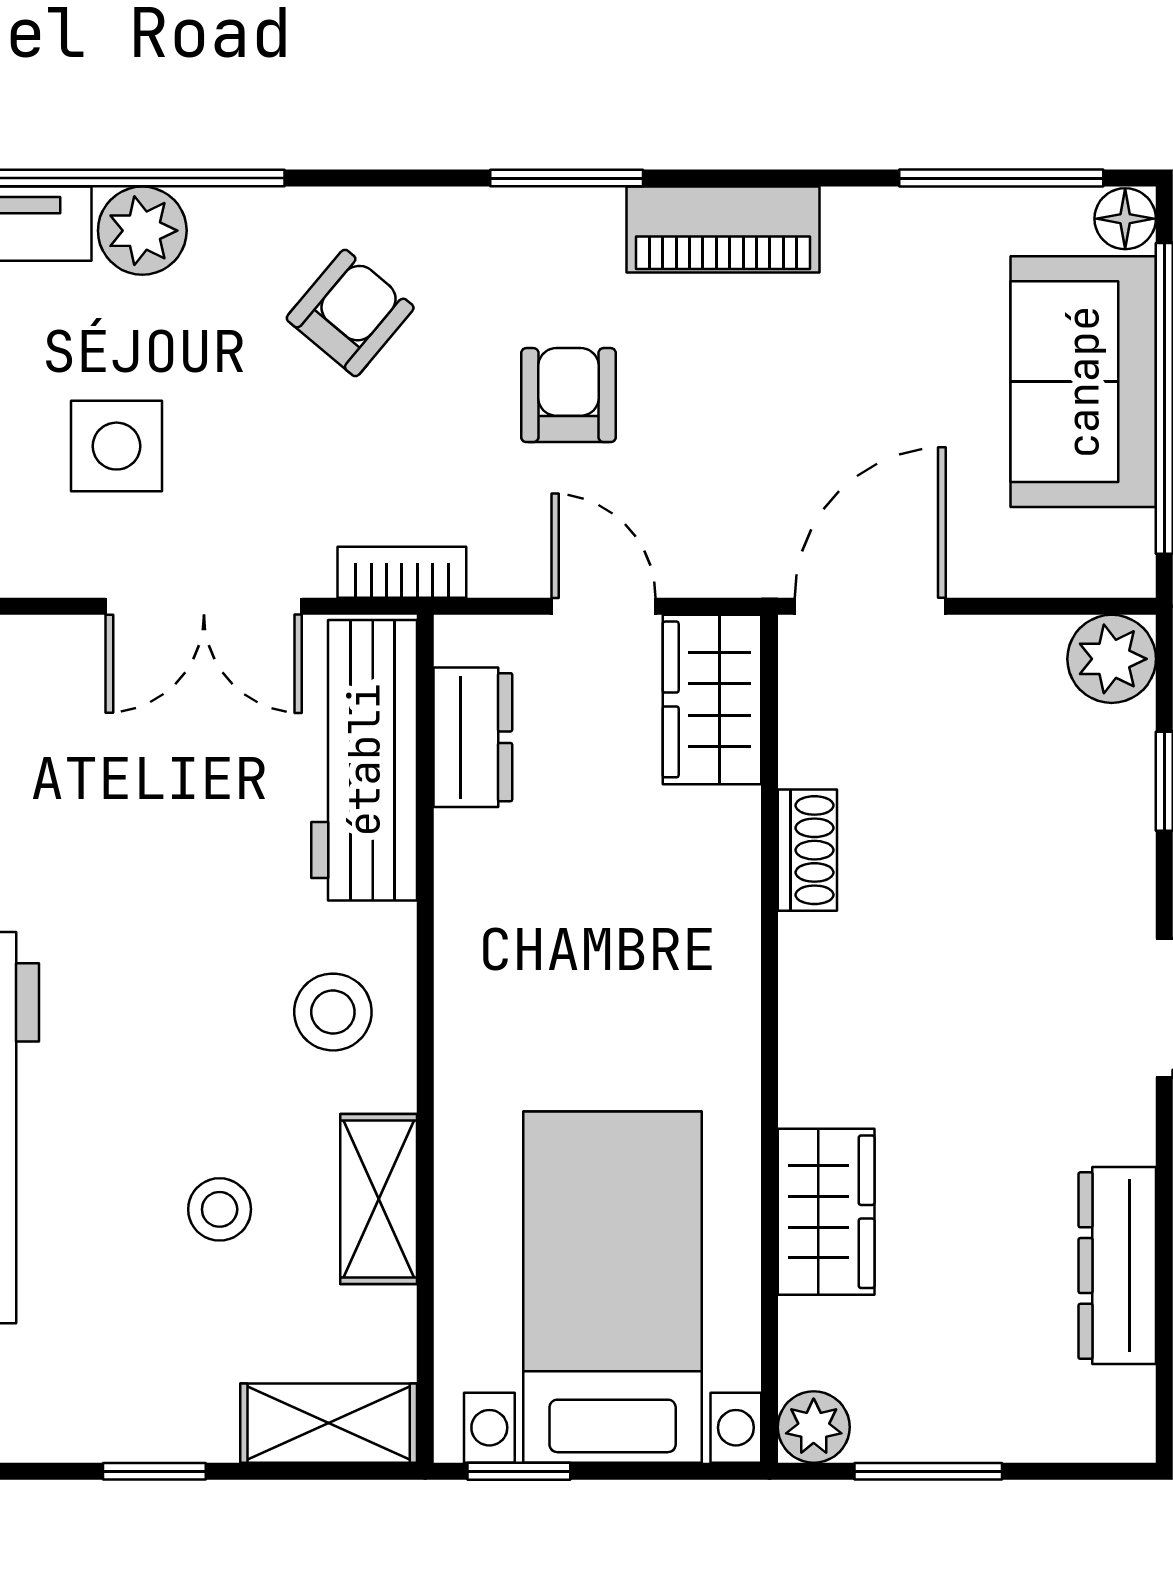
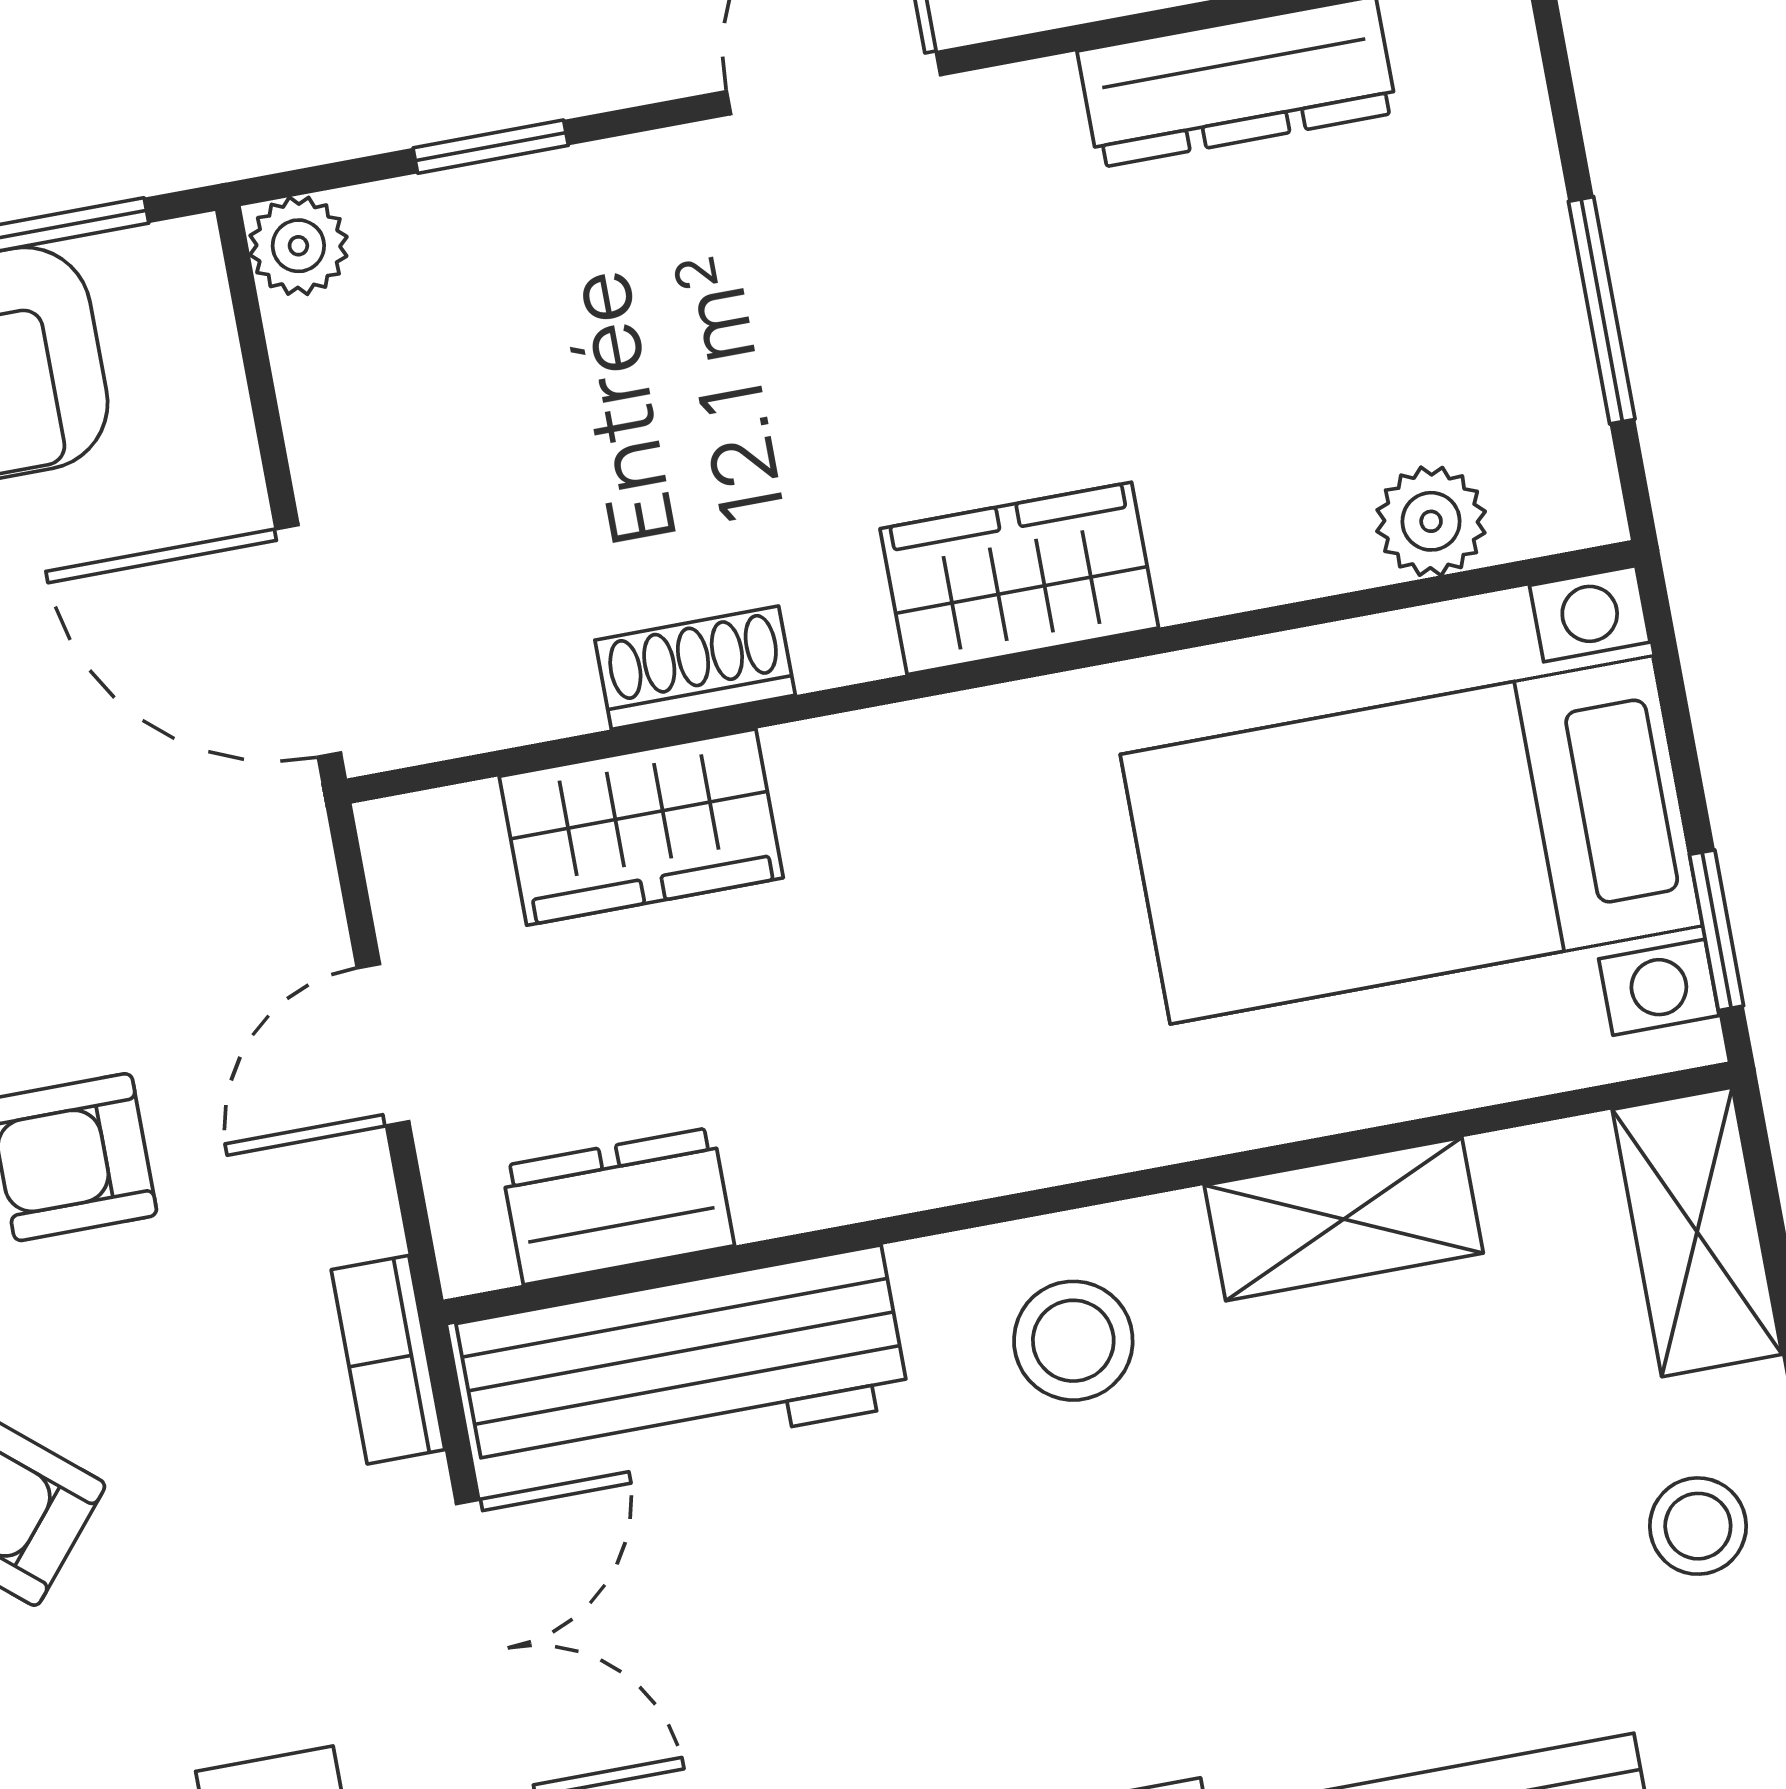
plant: (1112, 659) -> (298, 246), width x0.73, depth x0.73
wardrobe: (712, 699) -> (641, 827), moved
stool: (220, 1209) -> (1698, 1526), moved
wardrobe: (826, 1212) -> (1019, 578), moved
plant: (814, 1427) -> (1431, 521), moved

